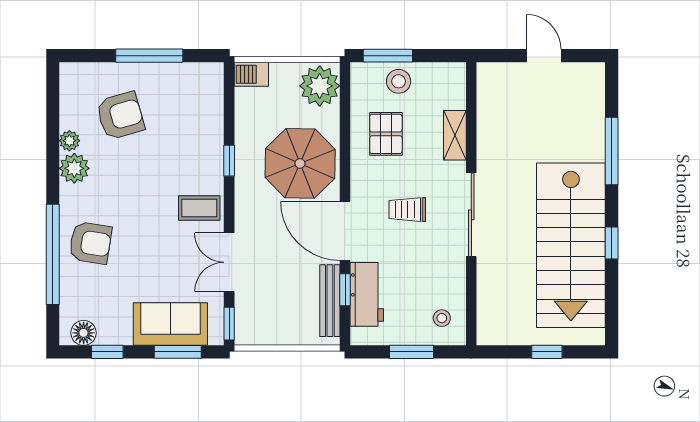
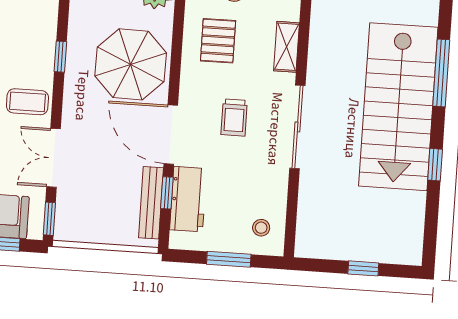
trolley: (407, 210) -> (234, 117), turned -90
stairs: (571, 245) -> (398, 107), moved

